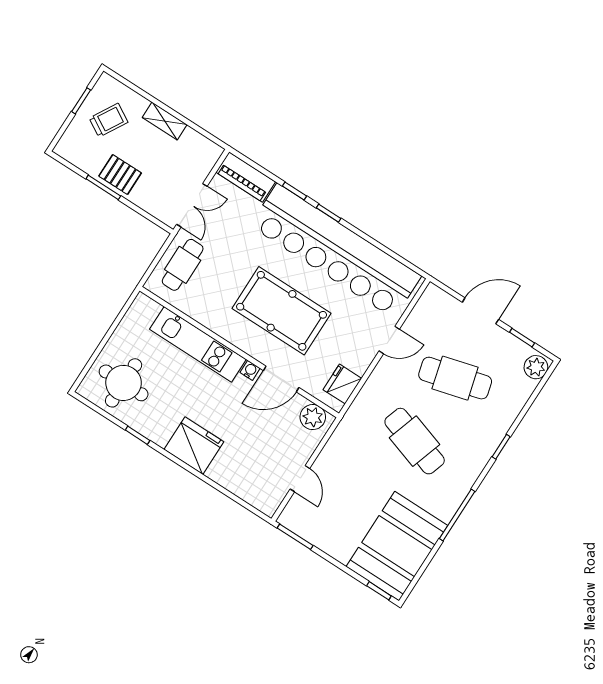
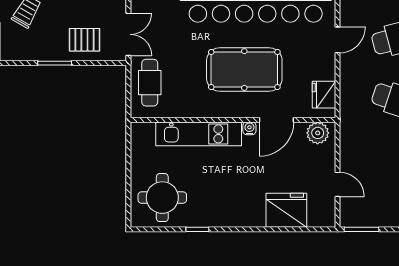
pallet: (120, 174) -> (84, 40), moved
fridge: (194, 446) -> (286, 210), moved

